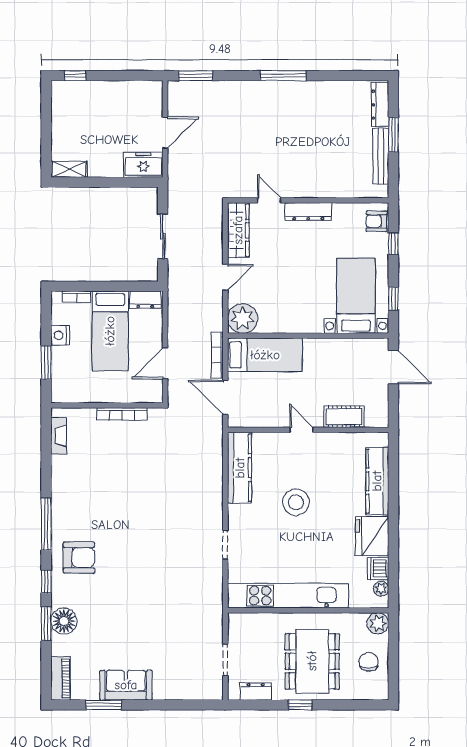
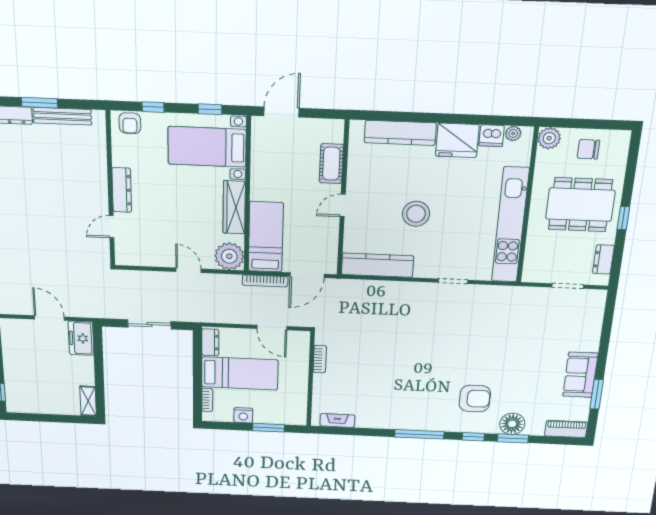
wardrobe: (238, 230) -> (234, 207), moved, turned -90
bookcase: (122, 414) -> (320, 359), width x0.64
armchair: (79, 558) -> (475, 399), moved, turned 90

